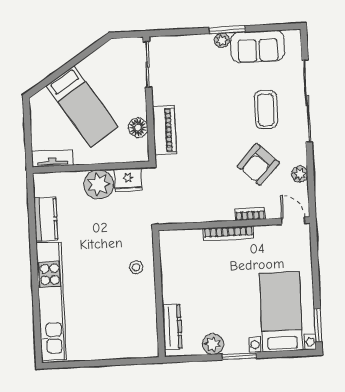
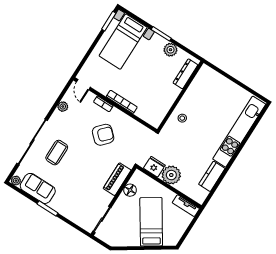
plant: (222, 40) -> (16, 181), moved
armchair: (258, 164) -> (103, 135), moved

